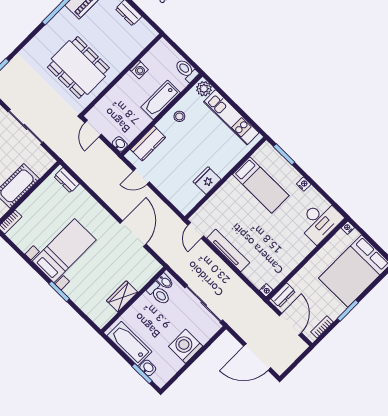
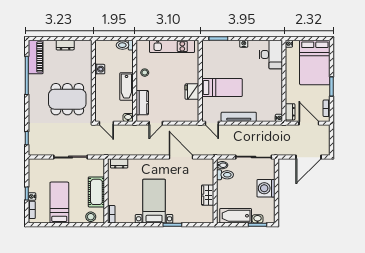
plant: (204, 89) -> (143, 46), removed
bathtub: (161, 100) -> (126, 87), moved
bed: (261, 185) -> (222, 88), moved

